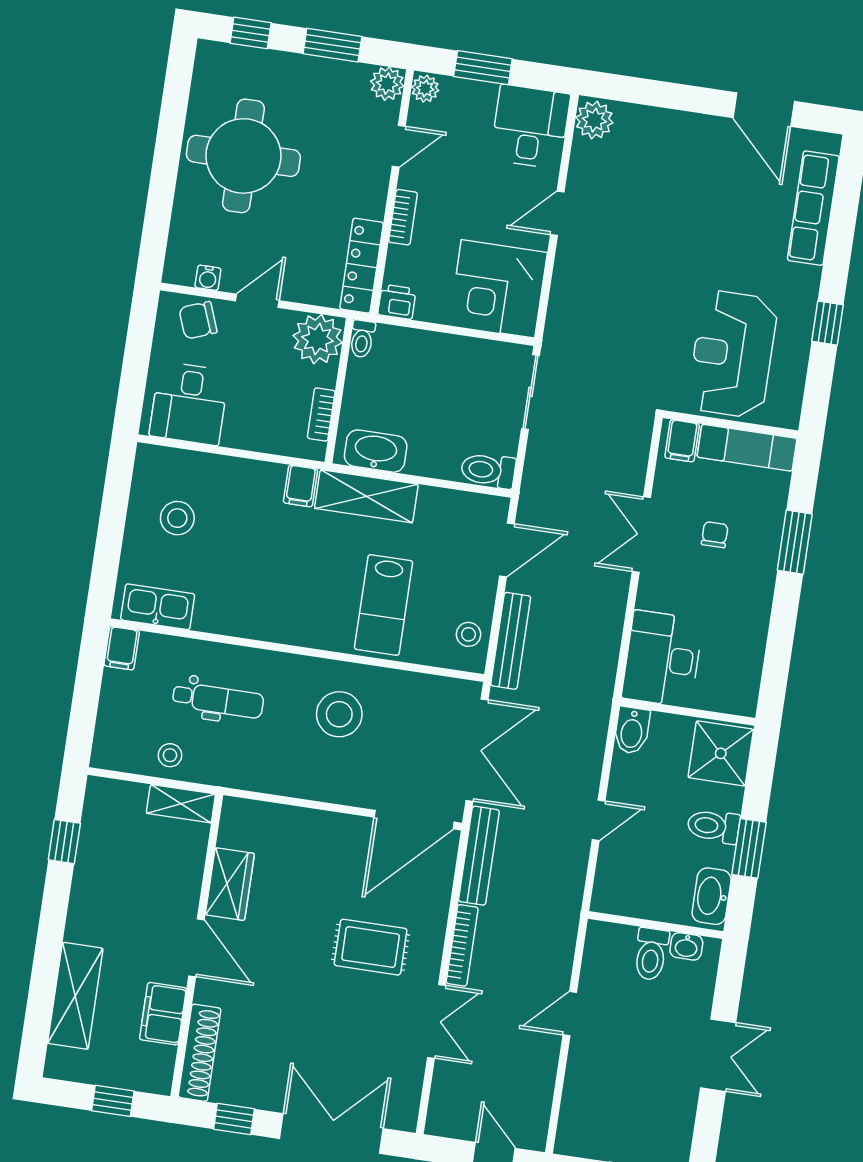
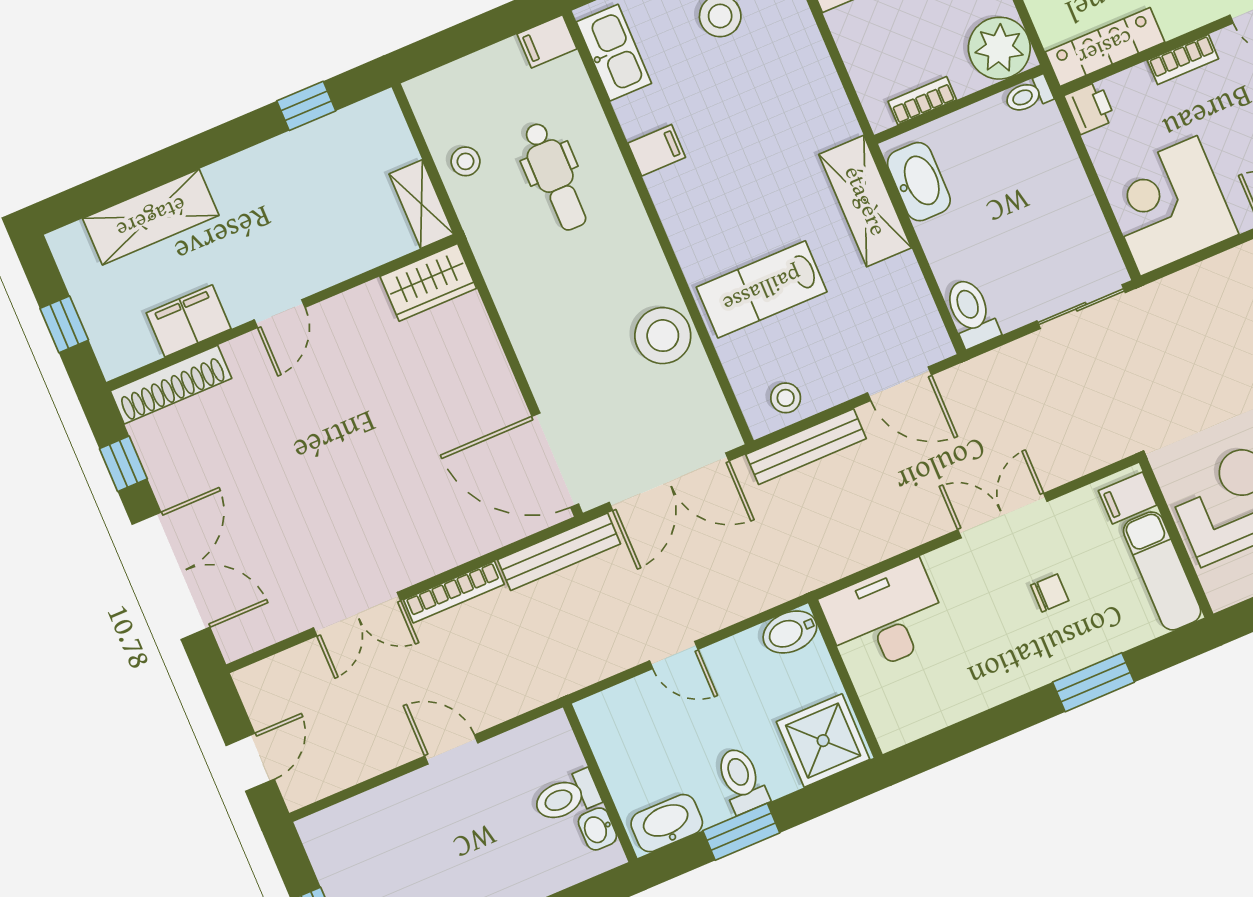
filing cabinet: (301, 486) -> (657, 150), moved, turned 180
stool: (339, 714) -> (663, 336), moved
wardrobe: (230, 884) -> (428, 282), moved
rug: (371, 947) -> (393, 497), removed
door: (196, 948) -> (280, 314), width x0.73

